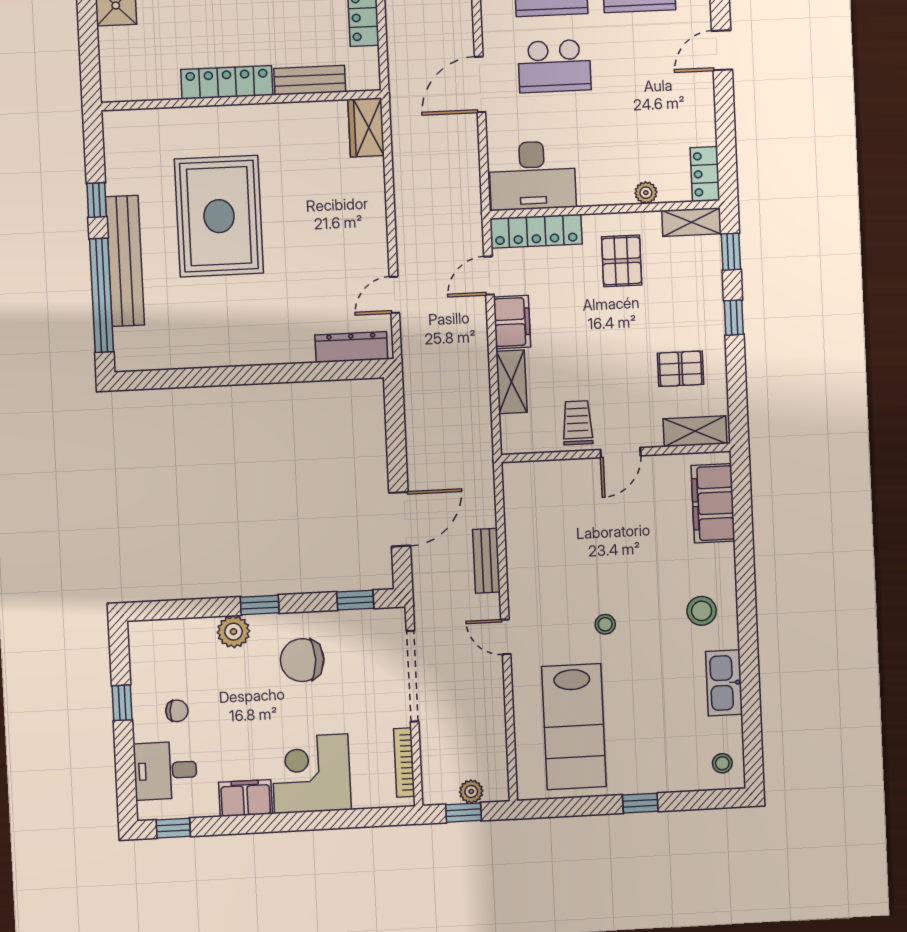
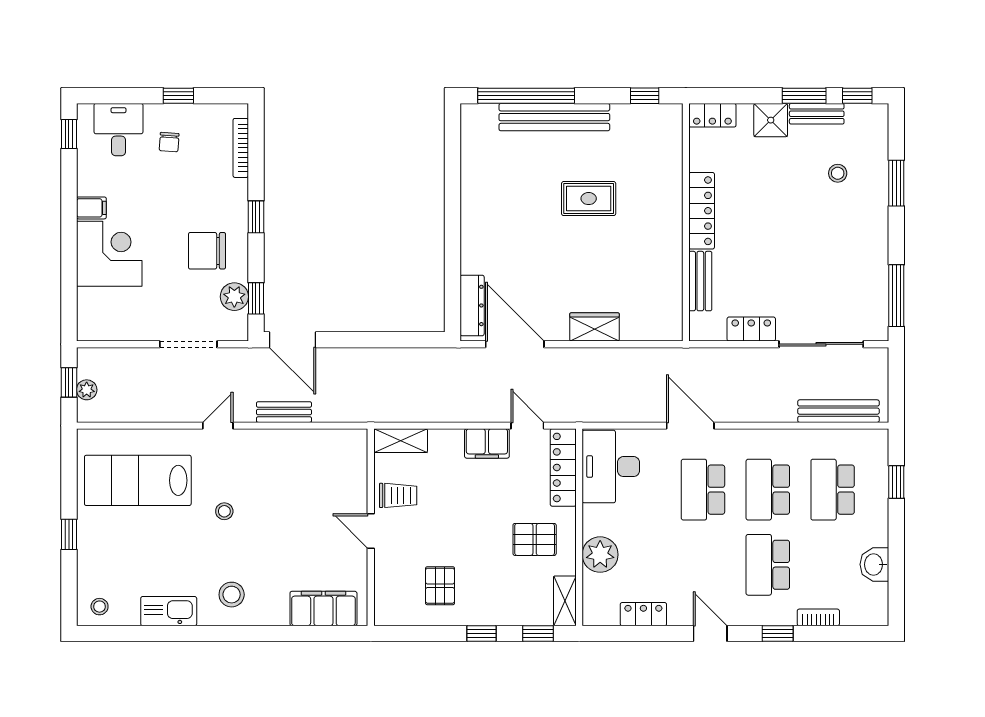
locker: (113, 75) -> (712, 115), added
wardrobe: (366, 127) -> (595, 327), moved
locker: (705, 174) -> (643, 614), moved
plant: (646, 193) -> (600, 555), width x1.87, depth x1.87
window: (97, 200) -> (645, 96), moved
rug: (219, 216) -> (589, 199), width x0.54, depth x0.49
door: (394, 295) -> (515, 344), width x1.88
shelving: (512, 382) -> (401, 441), moved
shelving: (695, 431) -> (386, 596), removed
door: (400, 519) -> (293, 340), moved
plant: (234, 632) -> (234, 297), moved
chair: (302, 660) -> (207, 251), turned -90
doorway: (413, 676) -> (188, 344), width x0.73
bookcase: (404, 763) -> (241, 148), moved, turned -90
filing cabinet: (246, 798) -> (91, 208), width x0.50

